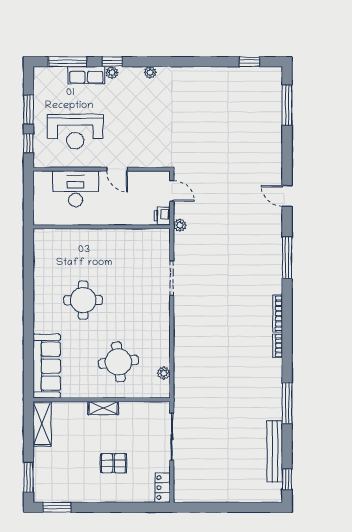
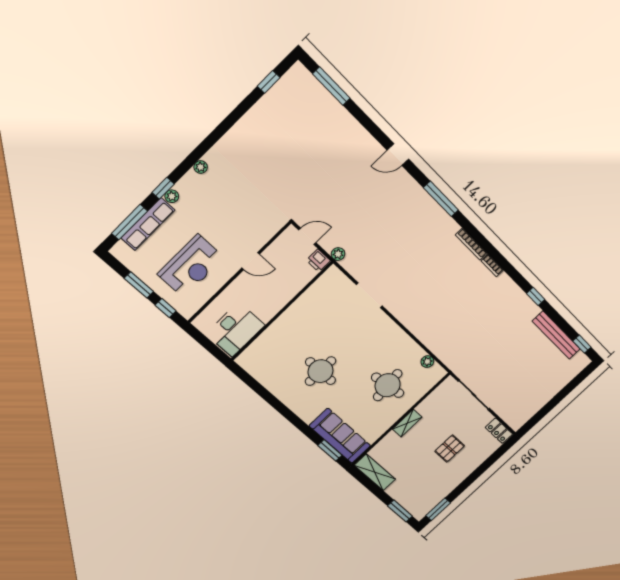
row of seats: (86, 75) -> (148, 224), width x1.48
desk: (76, 189) -> (235, 330), moved, turned 180
window: (28, 370) -> (330, 450), added
window: (287, 403) -> (536, 296), width x0.46

